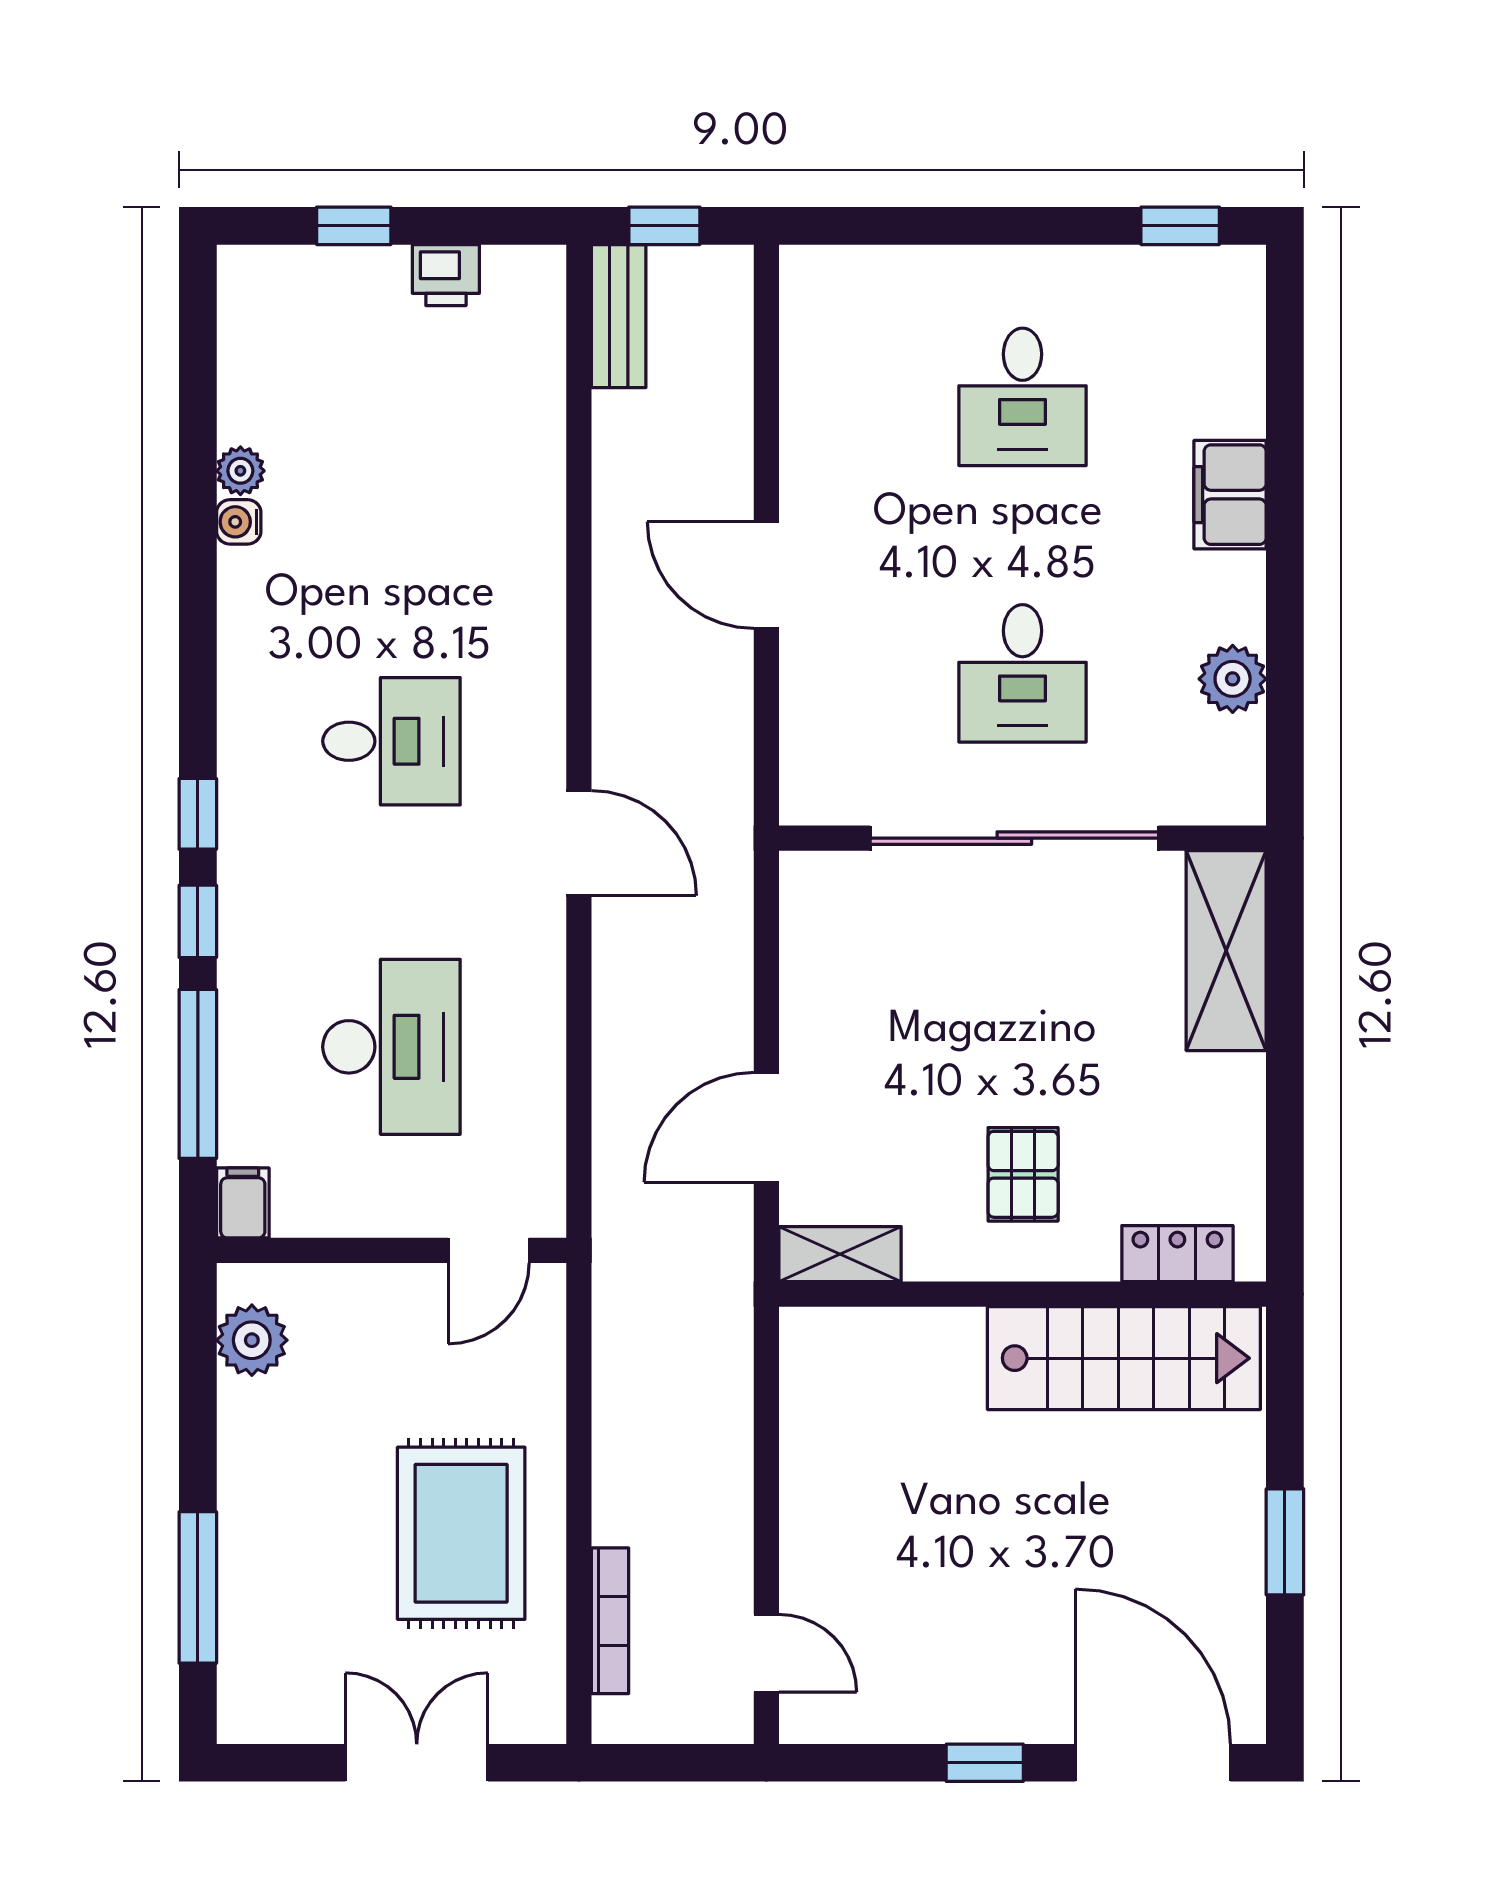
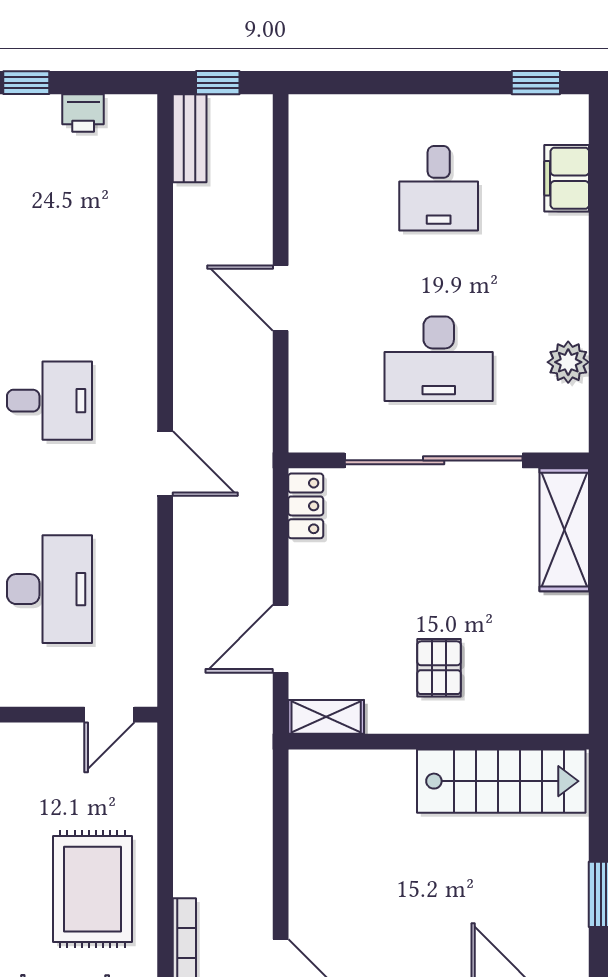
filing cabinet: (1230, 495) -> (567, 178), moved
desk: (1022, 673) -> (439, 359), width x1.37
locker: (1177, 1254) -> (306, 506), moved, turned 90

